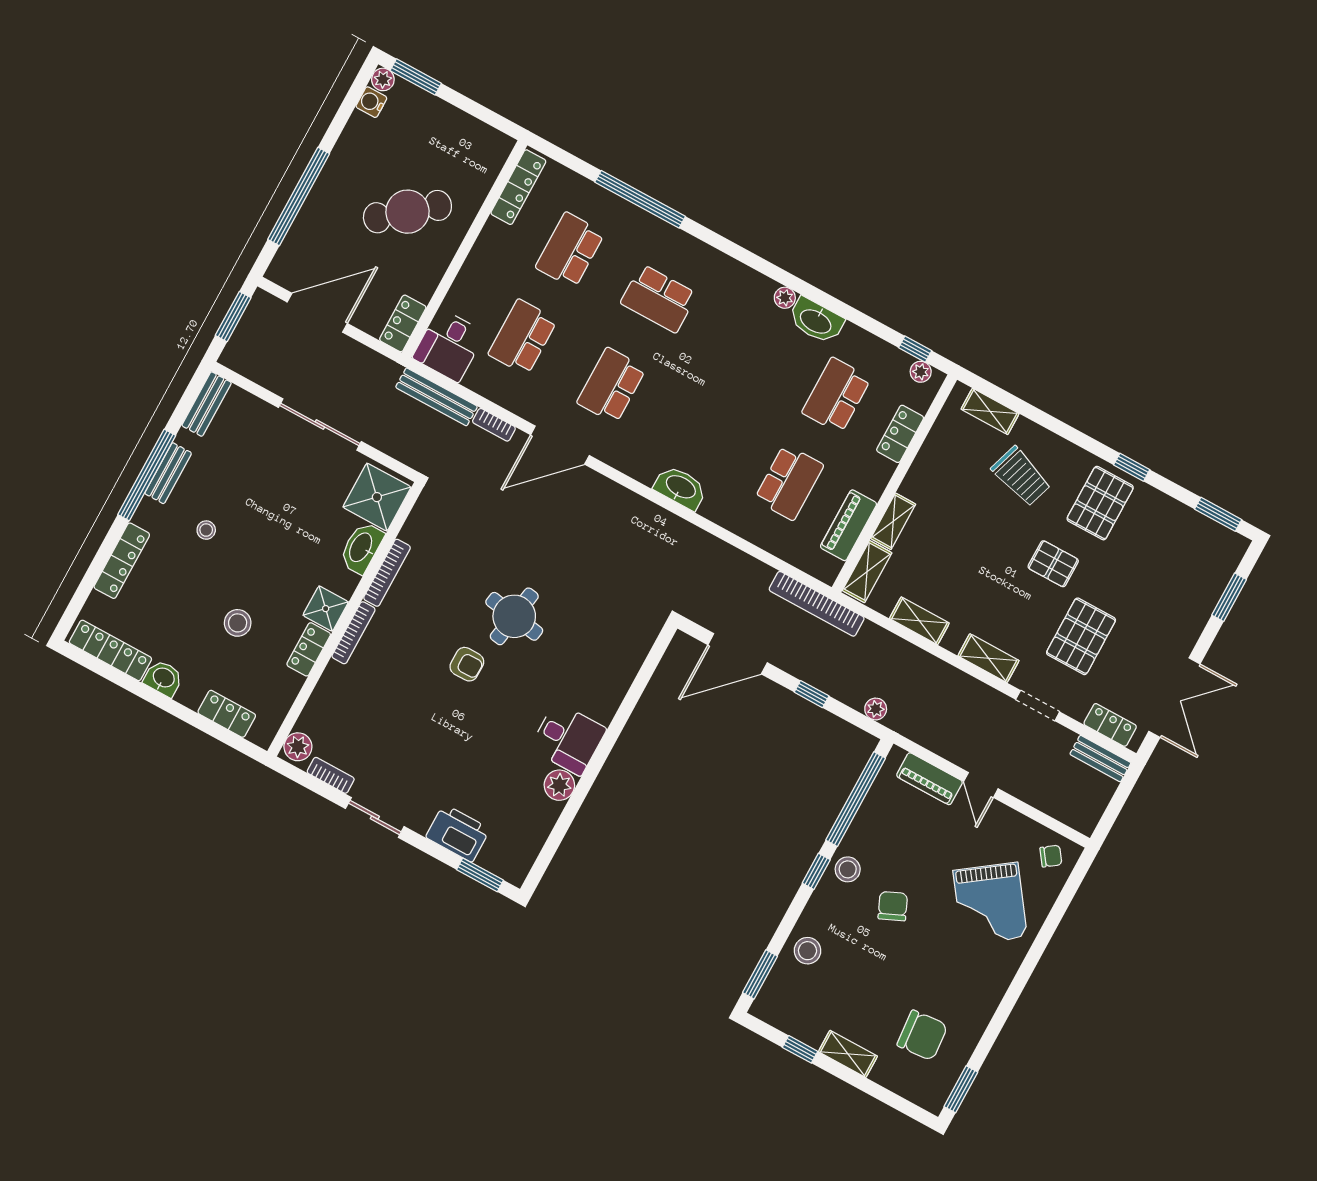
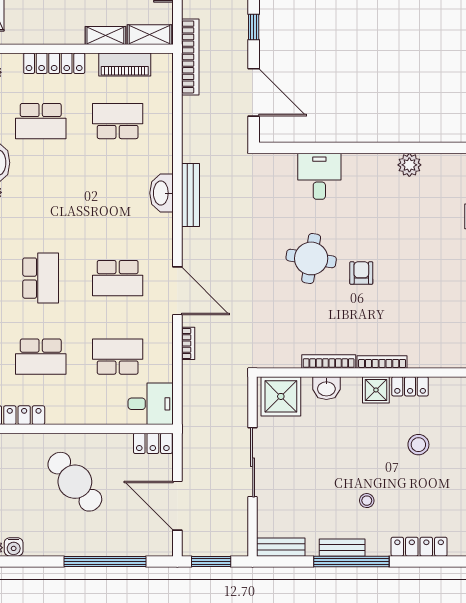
school desk: (523, 337) -> (118, 357), turned 180
bench: (436, 397) -> (190, 195), moved
locker: (900, 434) -> (54, 63), width x1.53
washbasin: (361, 548) -> (326, 388), width x0.72
desk: (568, 739) -> (319, 176), moved

